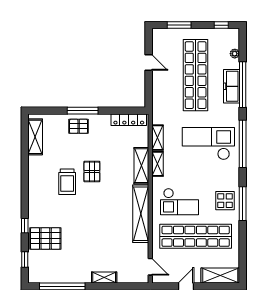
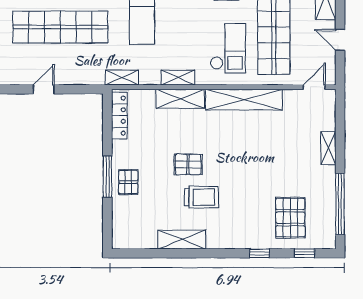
shelving: (35, 137) -> (182, 240), moved
shelving: (157, 138) -> (122, 78), moved
pallet: (45, 238) -> (290, 218), moved

